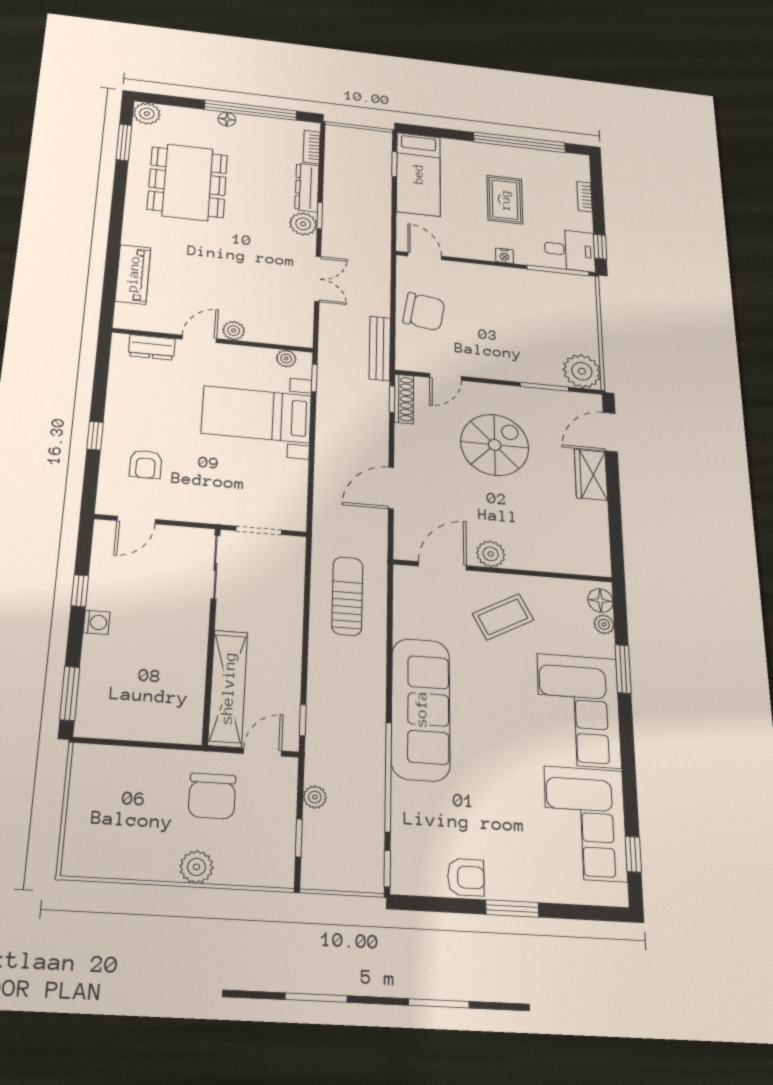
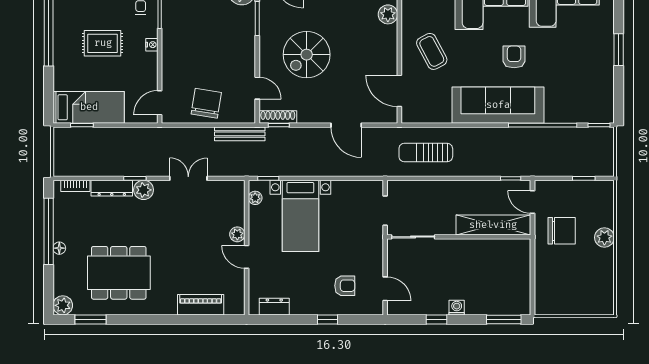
dresser: (152, 347) -> (274, 307), moved, turned -90
spiral stairs: (495, 445) -> (307, 55), turned -90
plant: (491, 554) -> (388, 14), moved
plant: (315, 797) -> (558, 169), removed
armchair: (466, 877) -> (514, 57), moved

